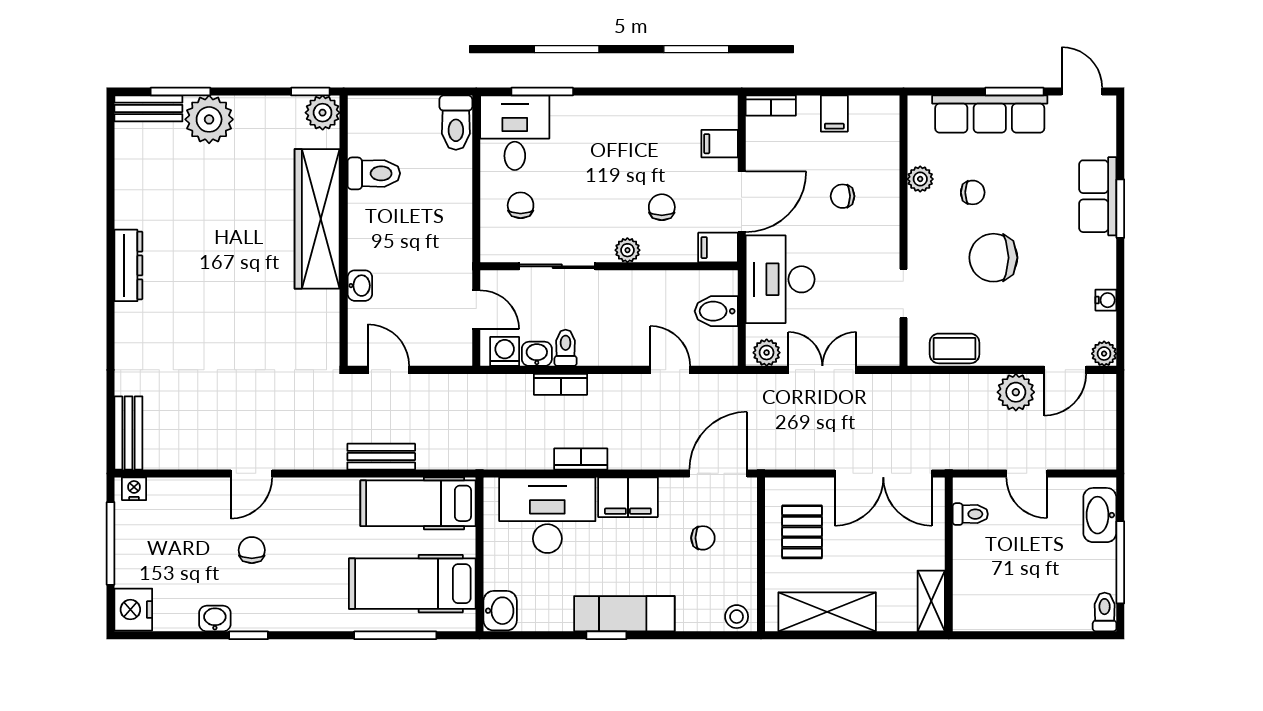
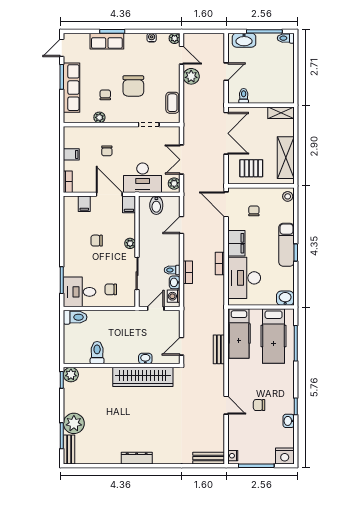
chair: (662, 207) -> (97, 241), moved
wardrobe: (317, 219) -> (143, 377), moved

